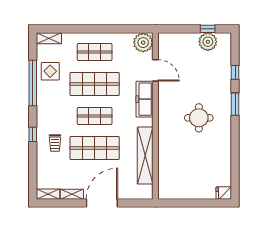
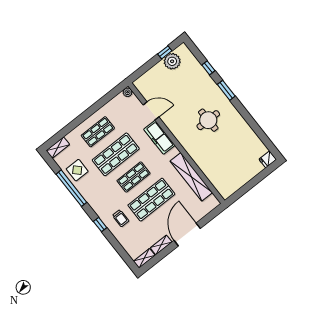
plant: (143, 43) -> (128, 92), width x0.53, depth x0.53

